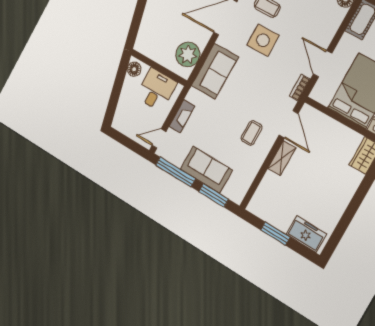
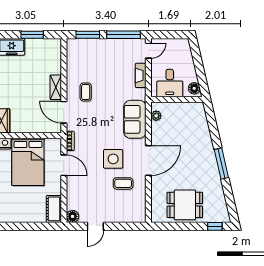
plant: (188, 54) -> (156, 116), width x0.53, depth x0.53
sofa: (206, 170) -> (103, 49), removed

